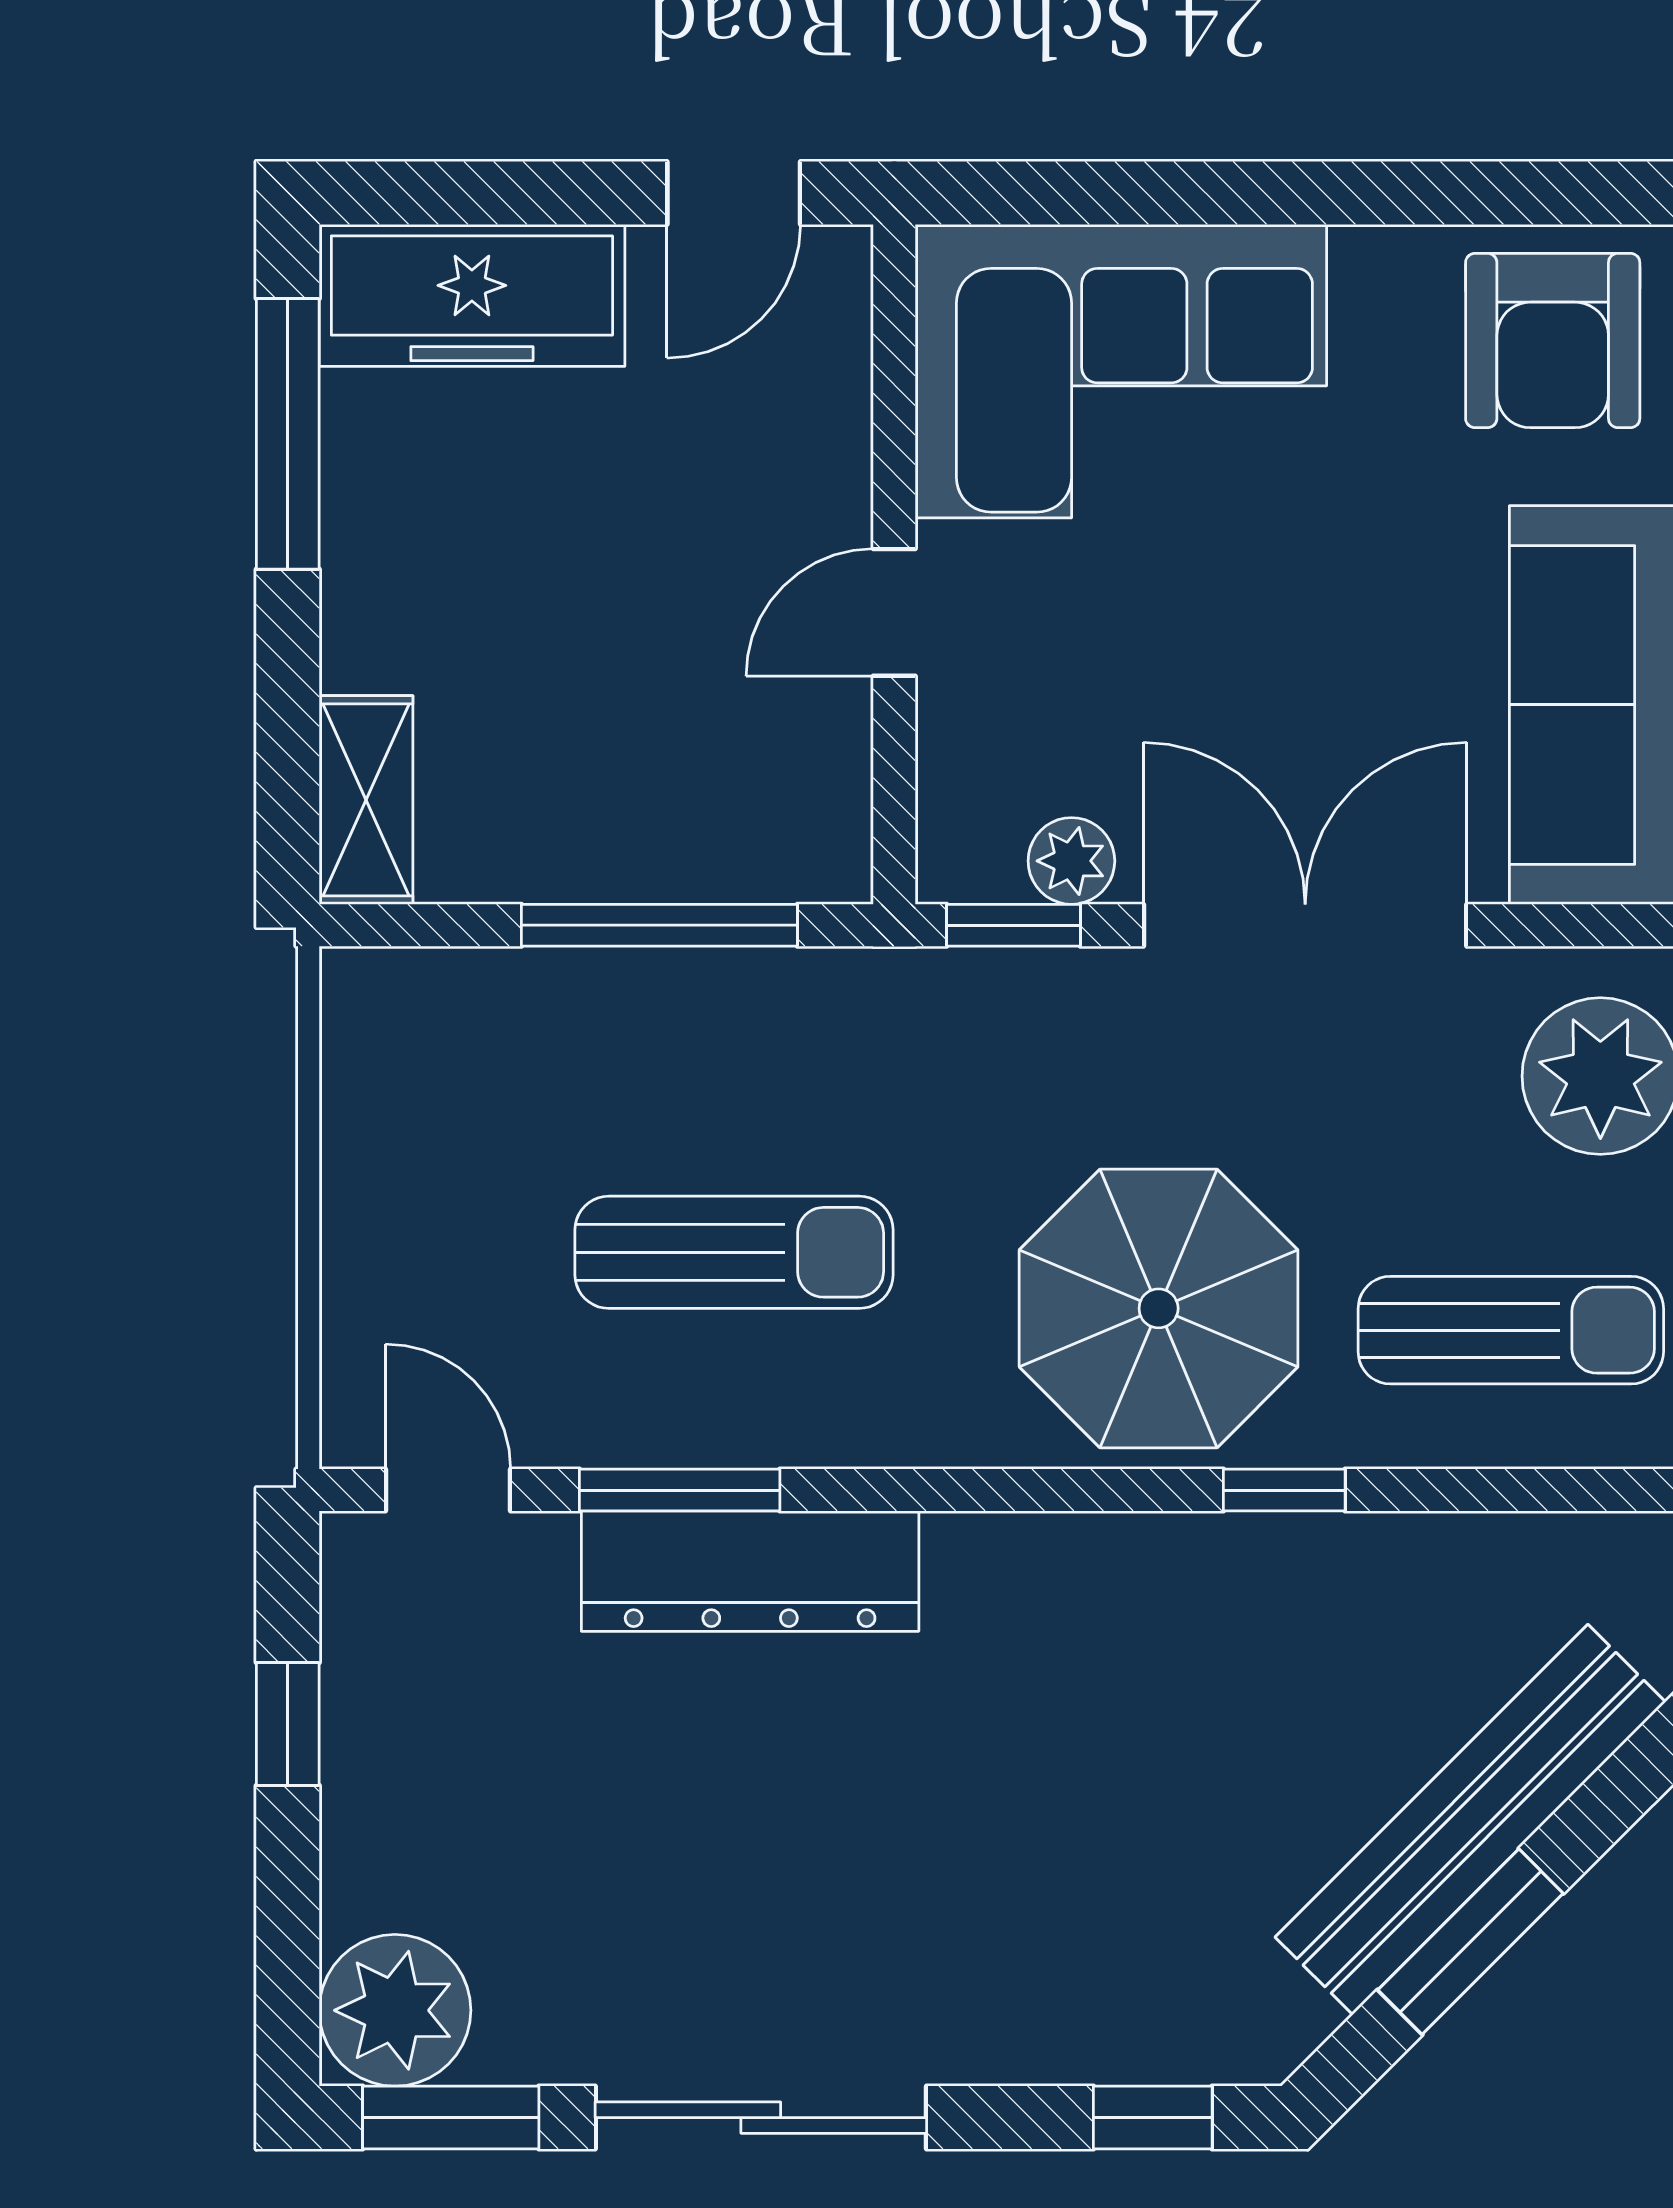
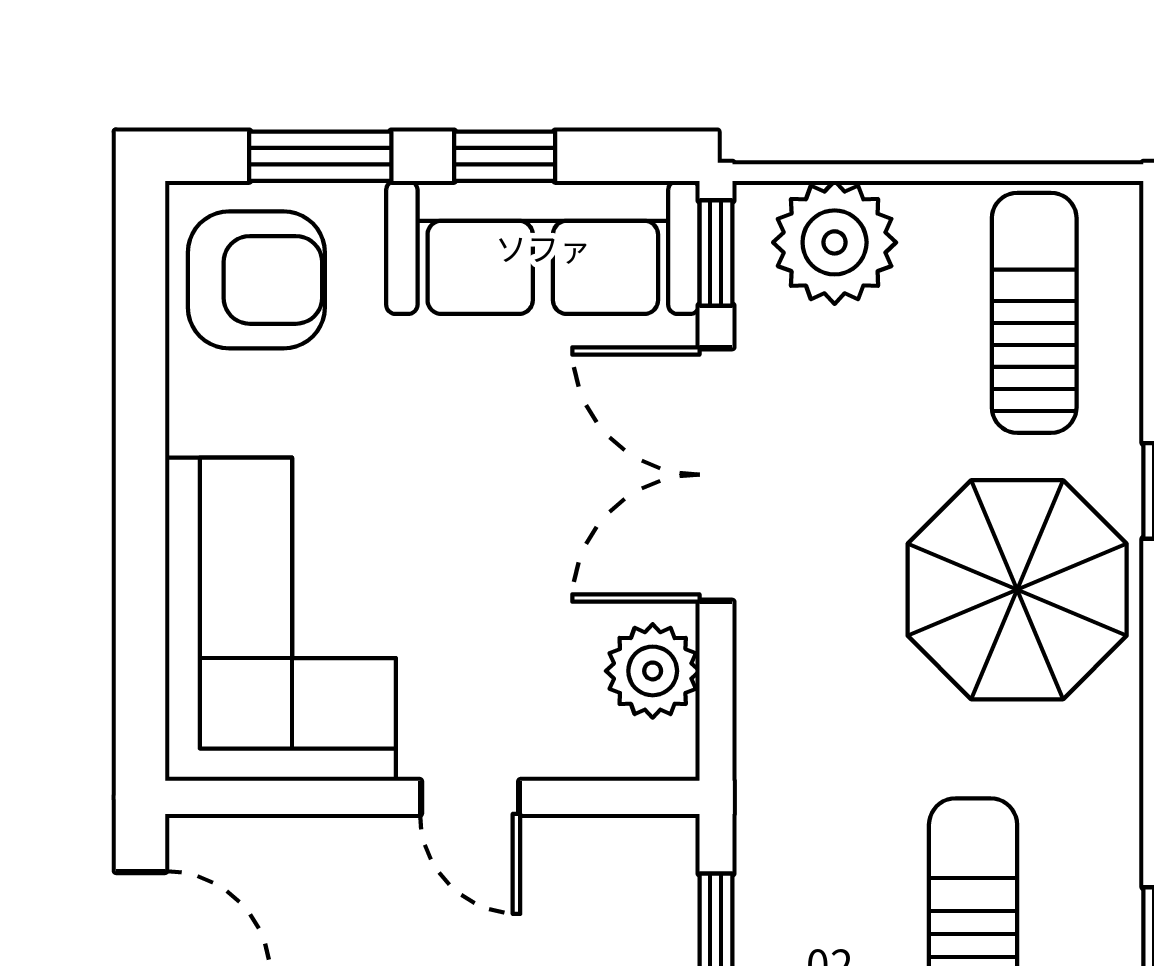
plant: (1071, 861) -> (653, 671), width x1.38, depth x1.38
window: (1013, 925) -> (716, 253), moved

